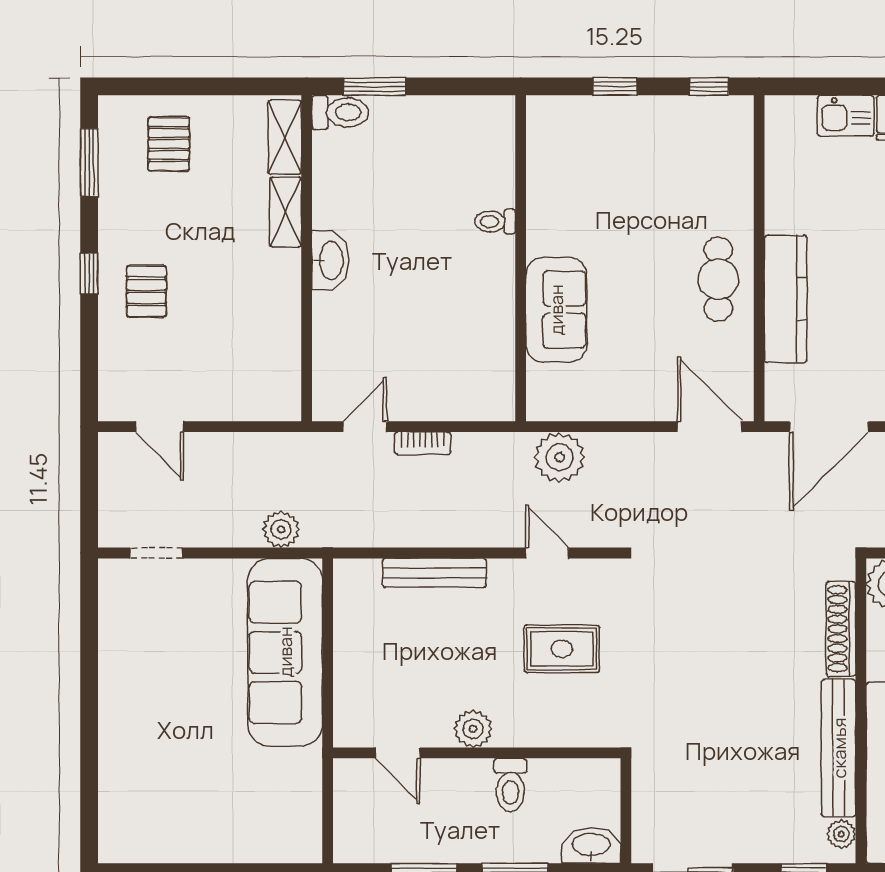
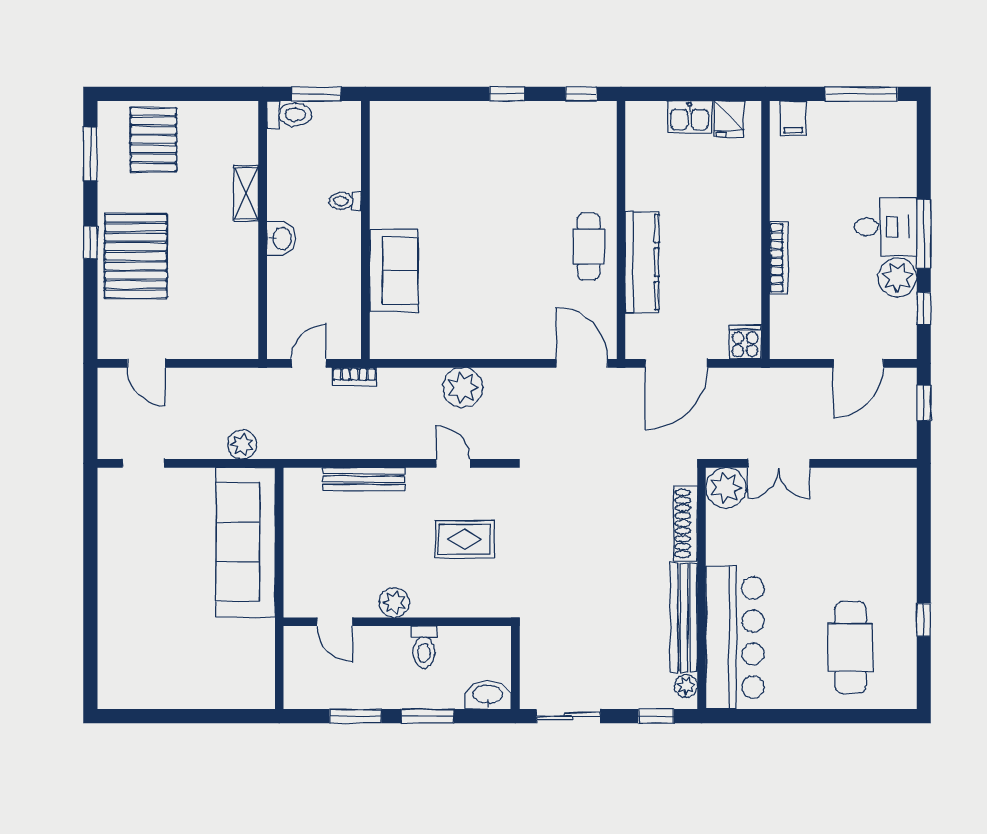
shelving: (285, 137) -> (245, 134), removed
pallet: (169, 144) -> (153, 140), width x1.50, depth x1.42
toilet: (495, 222) -> (345, 201), moved
wall: (521, 258) -> (365, 230), moved
washbasin: (330, 260) -> (281, 238), width x0.72
pallet: (146, 291) -> (136, 256), width x2.05, depth x2.00
sofa: (556, 310) -> (394, 271), moved

